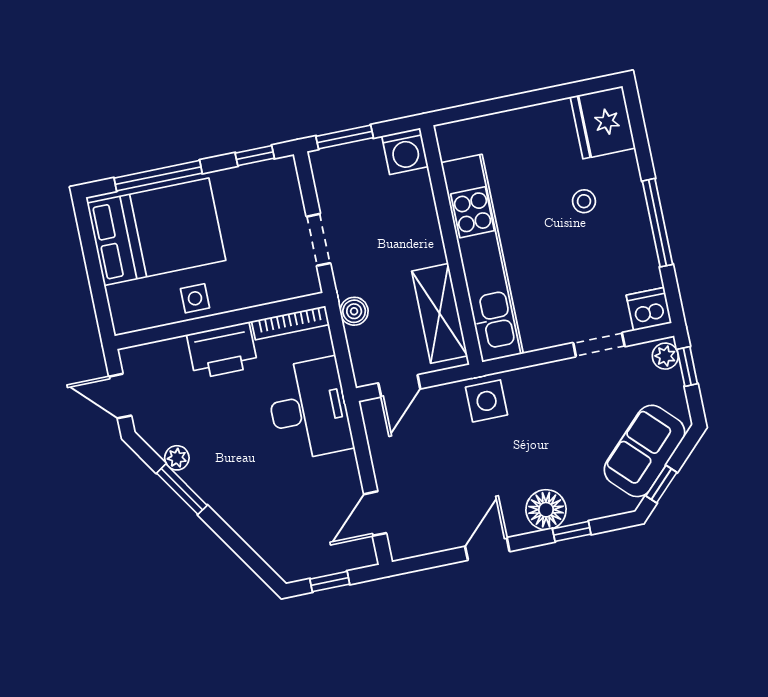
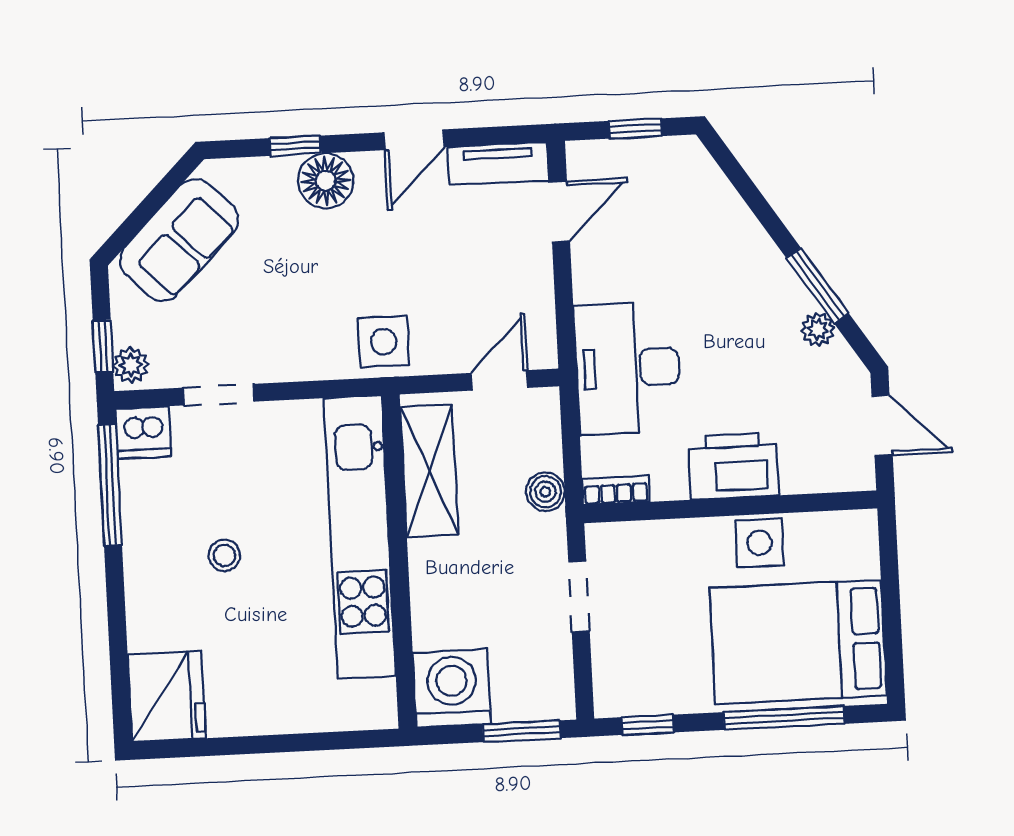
washing machine: (405, 151) -> (452, 688), width x1.37, depth x1.37
stool: (584, 201) -> (224, 555), moved
window: (657, 223) -> (110, 485), moved
side table: (195, 298) -> (759, 543), width x1.37, depth x1.37
bookcase: (290, 323) -> (616, 490), width x0.64
window: (661, 484) -> (163, 191), removed
tv unit: (424, 541) -> (498, 163), added

